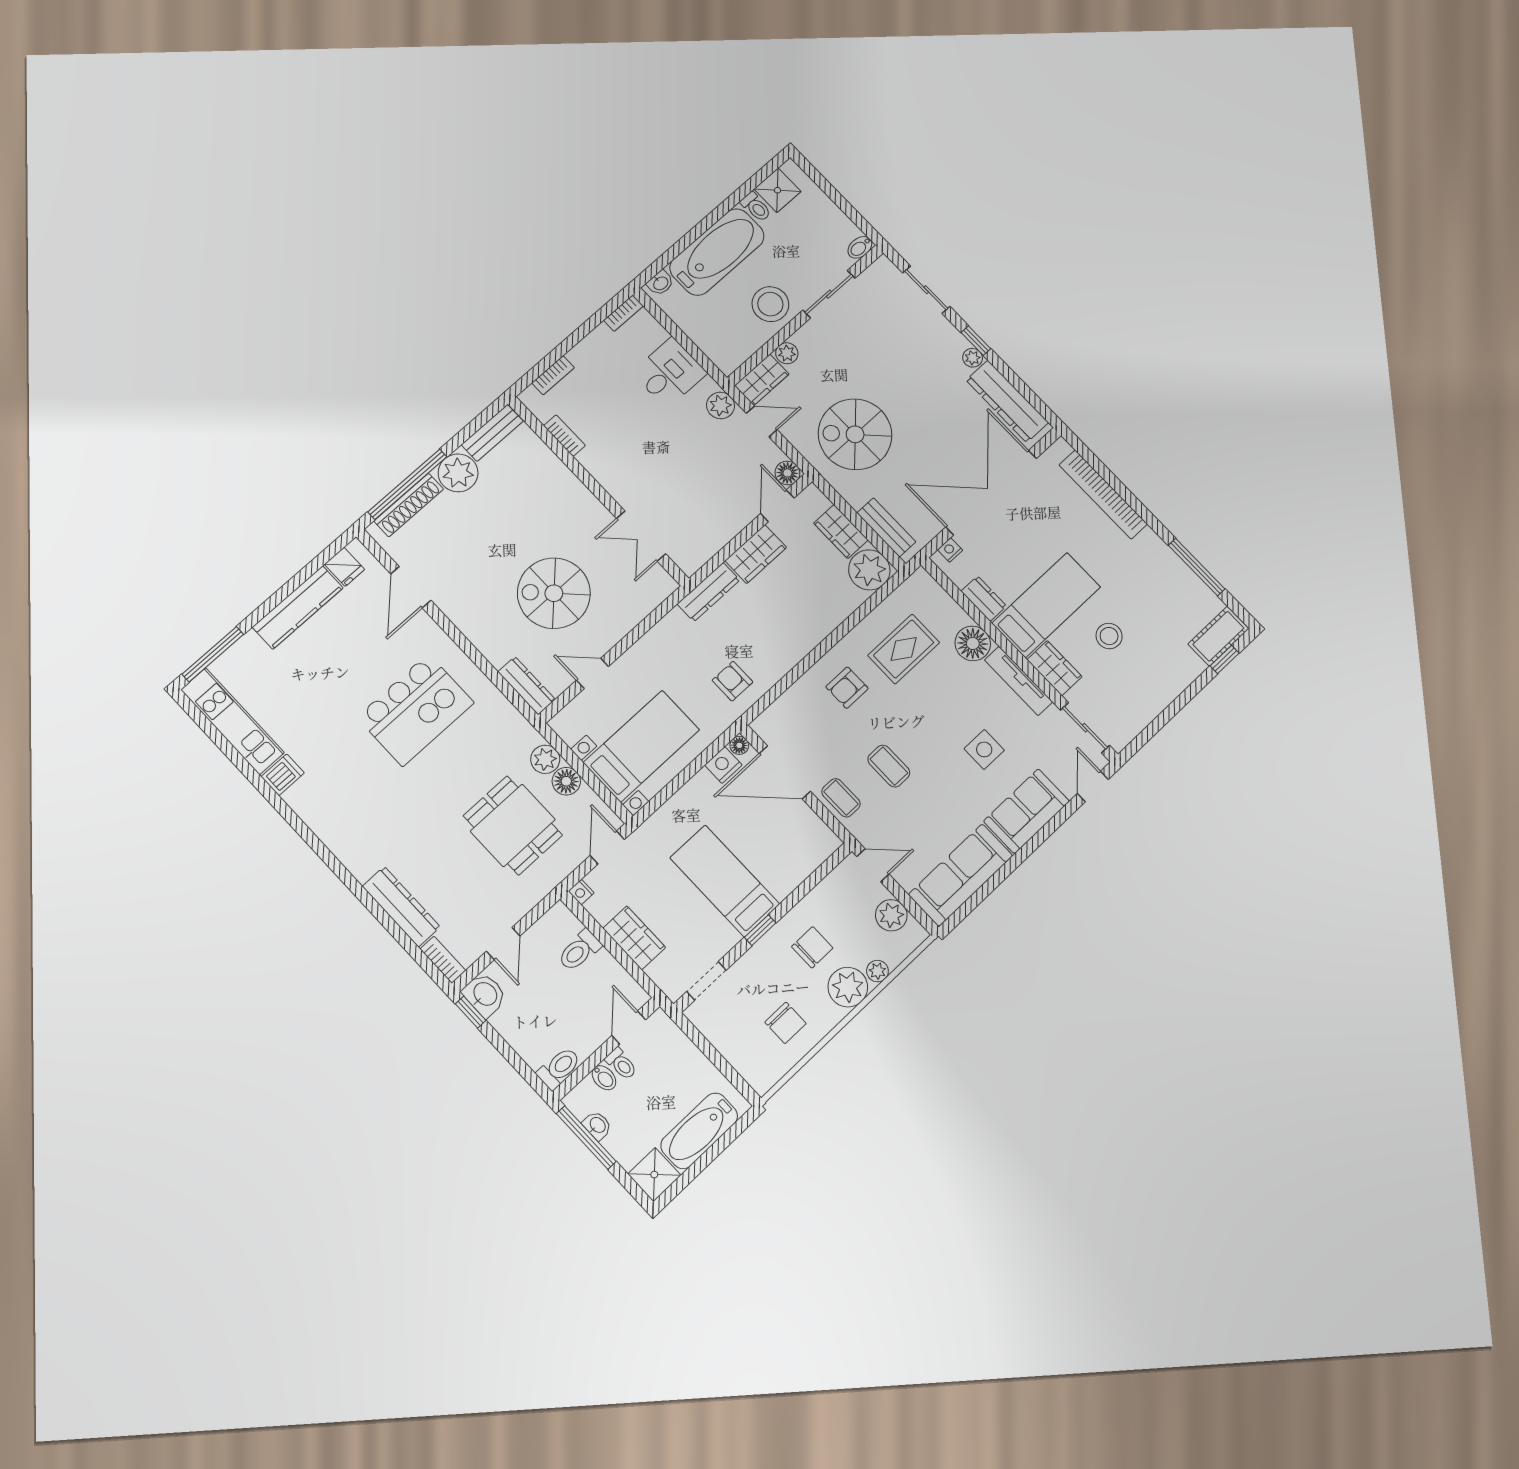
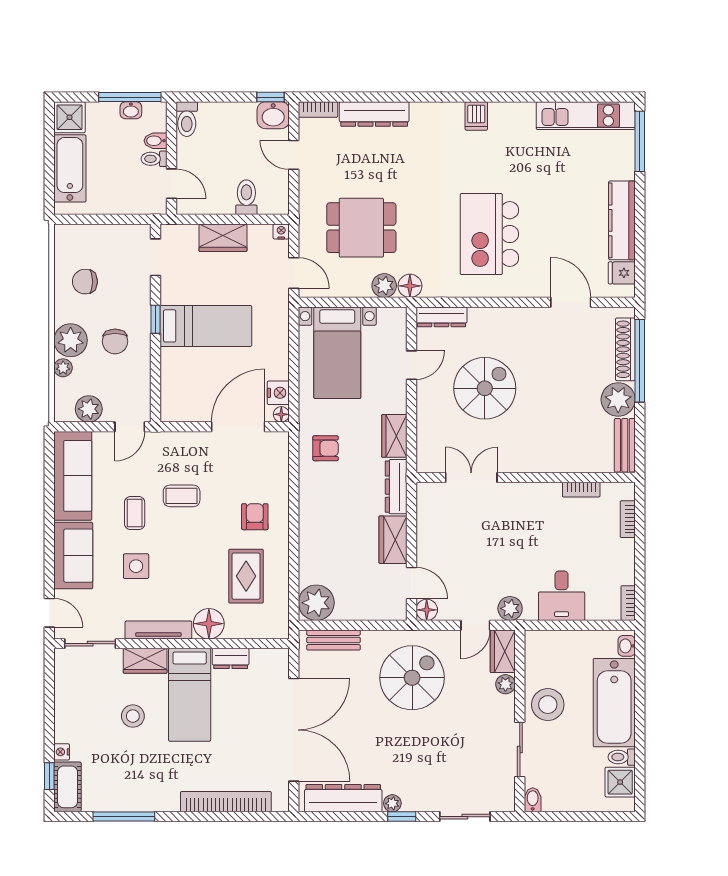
wardrobe: (841, 532) -> (394, 436), moved, turned -90
nightstand: (950, 550) -> (62, 752), moved, turned 180
dishwasher: (283, 775) -> (476, 116), moved
floor lamp: (566, 781) -> (410, 286), moved
coffee table: (841, 798) -> (135, 513), moved, turned 90

